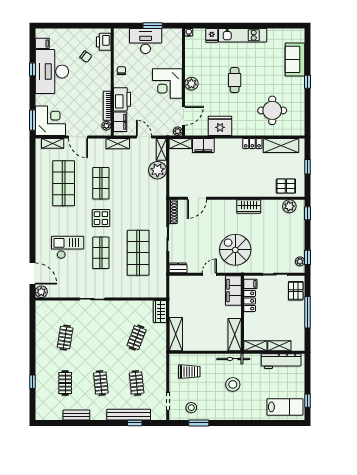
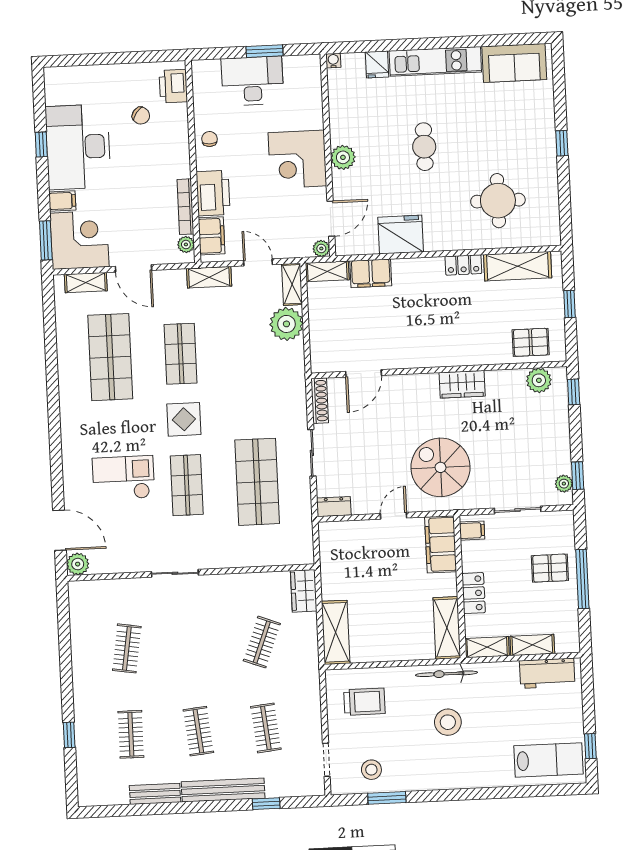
filing cabinet: (42, 43) -> (62, 201), moved
sofa: (295, 59) -> (514, 63), moved, turned -90
pallet: (296, 291) -> (550, 568), moved, turned 90
locker: (250, 301) -> (474, 593), moved
workbench: (281, 361) -> (547, 673), width x0.73
bench: (129, 415) -> (223, 790), moved

